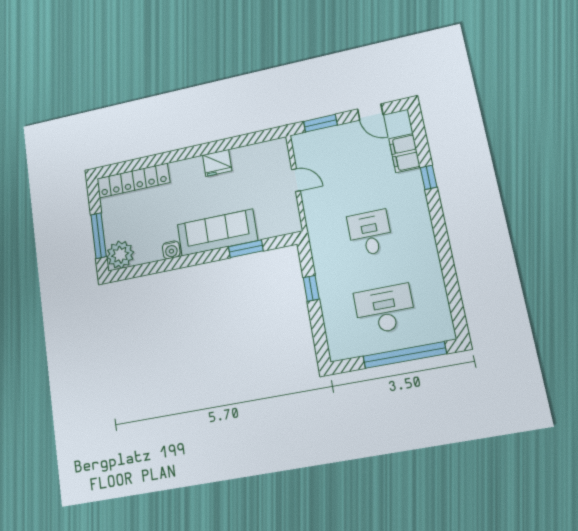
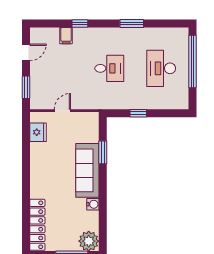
filing cabinet: (405, 153) -> (66, 36), width x0.50
fridge: (217, 163) -> (38, 132), moved
desk: (370, 233) -> (109, 68), turned 180
window: (445, 252) -> (132, 23), added

